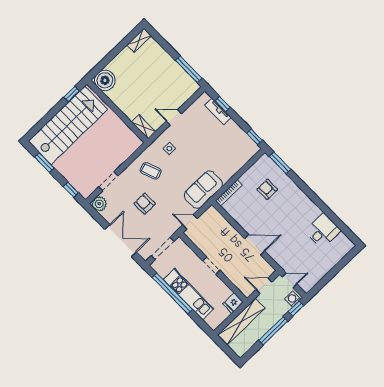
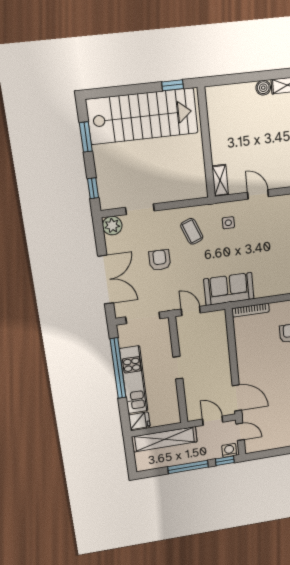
boiler: (105, 80) -> (263, 88), moved, width x0.54, depth x0.54
door: (255, 245) -> (237, 398), moved
fridge: (233, 303) -> (139, 421), moved, turned 180

